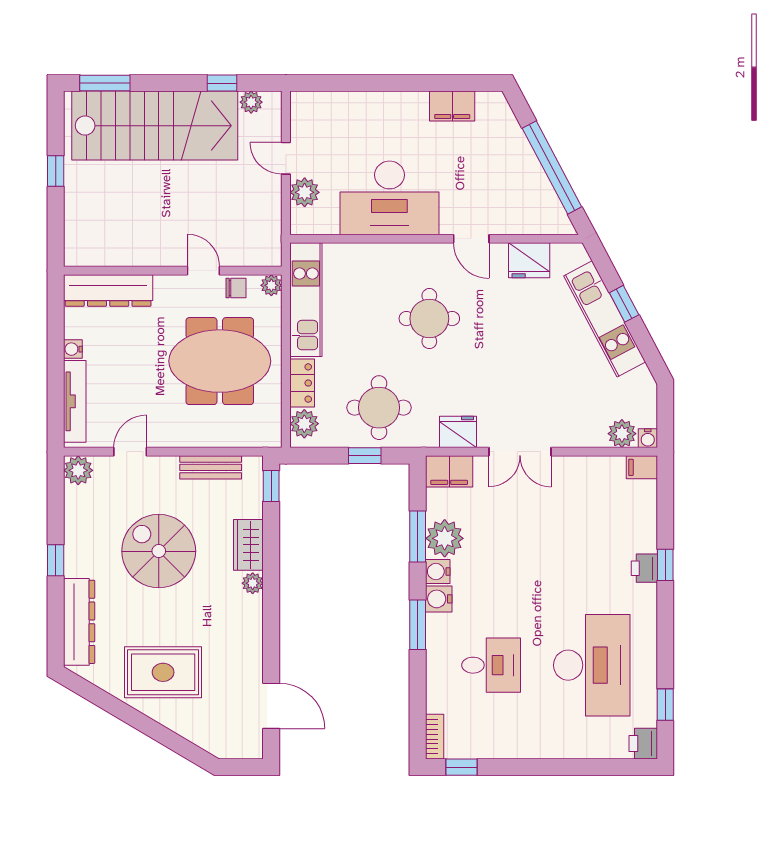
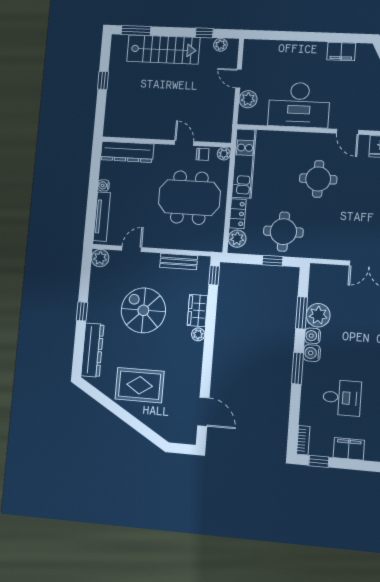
stairs: (155, 126) -> (163, 49), width x0.73, depth x0.66
fridge: (458, 432) -> (331, 250), removed
filing cabinet: (449, 471) -> (349, 449), moved, turned 180

